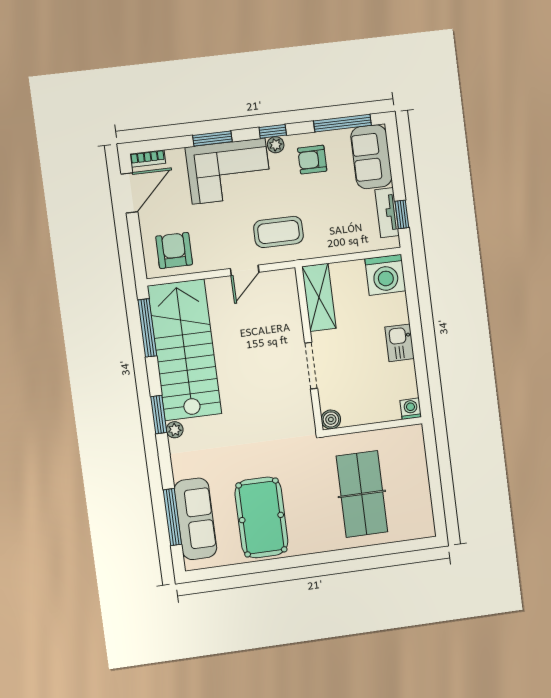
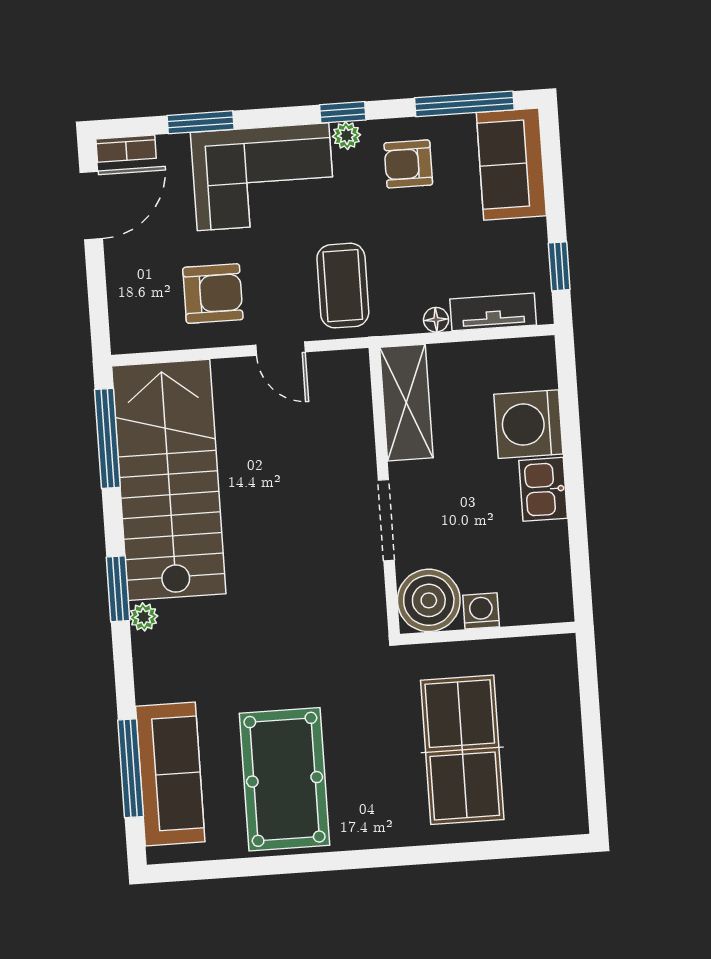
window: (212, 138) -> (201, 122), moved
tv unit: (387, 213) -> (493, 312), moved, turned 90
coffee table: (279, 232) -> (343, 286), turned 90
floor lamp: (333, 249) -> (436, 320), added
armchair: (174, 250) -> (213, 294), moved, turned 90
door: (245, 270) -> (281, 349), hinge flipped
washing machine: (385, 275) -> (528, 424), moved, turned 90
washing machine: (411, 409) -> (481, 611), moved
boiler: (331, 419) -> (429, 600), width x1.86, depth x1.86

